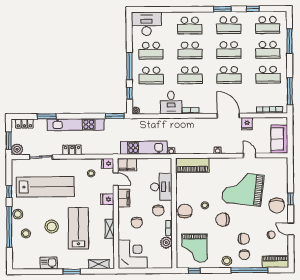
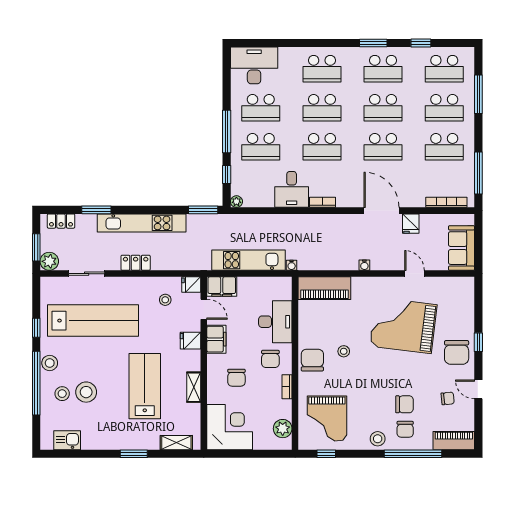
chair: (223, 220) -> (371, 374), removed
stool: (52, 226) -> (86, 392), moved
plant: (166, 243) -> (283, 429), moved
kitchen sink: (49, 263) -> (67, 440), moved

